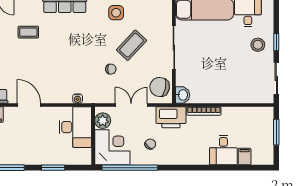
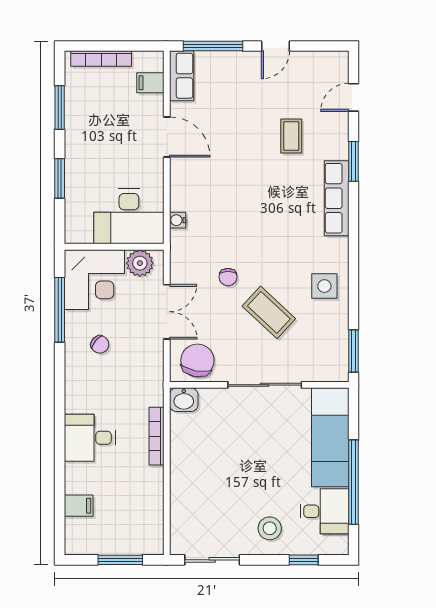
window: (276, 42) -> (304, 560), moved
door: (29, 105) -> (167, 137), hinge flipped
printer: (171, 117) -> (146, 380), removed
desk: (223, 150) -> (90, 438), moved
window: (130, 168) -> (60, 310), width x0.68

